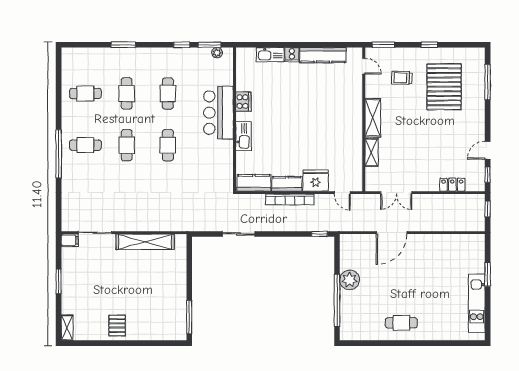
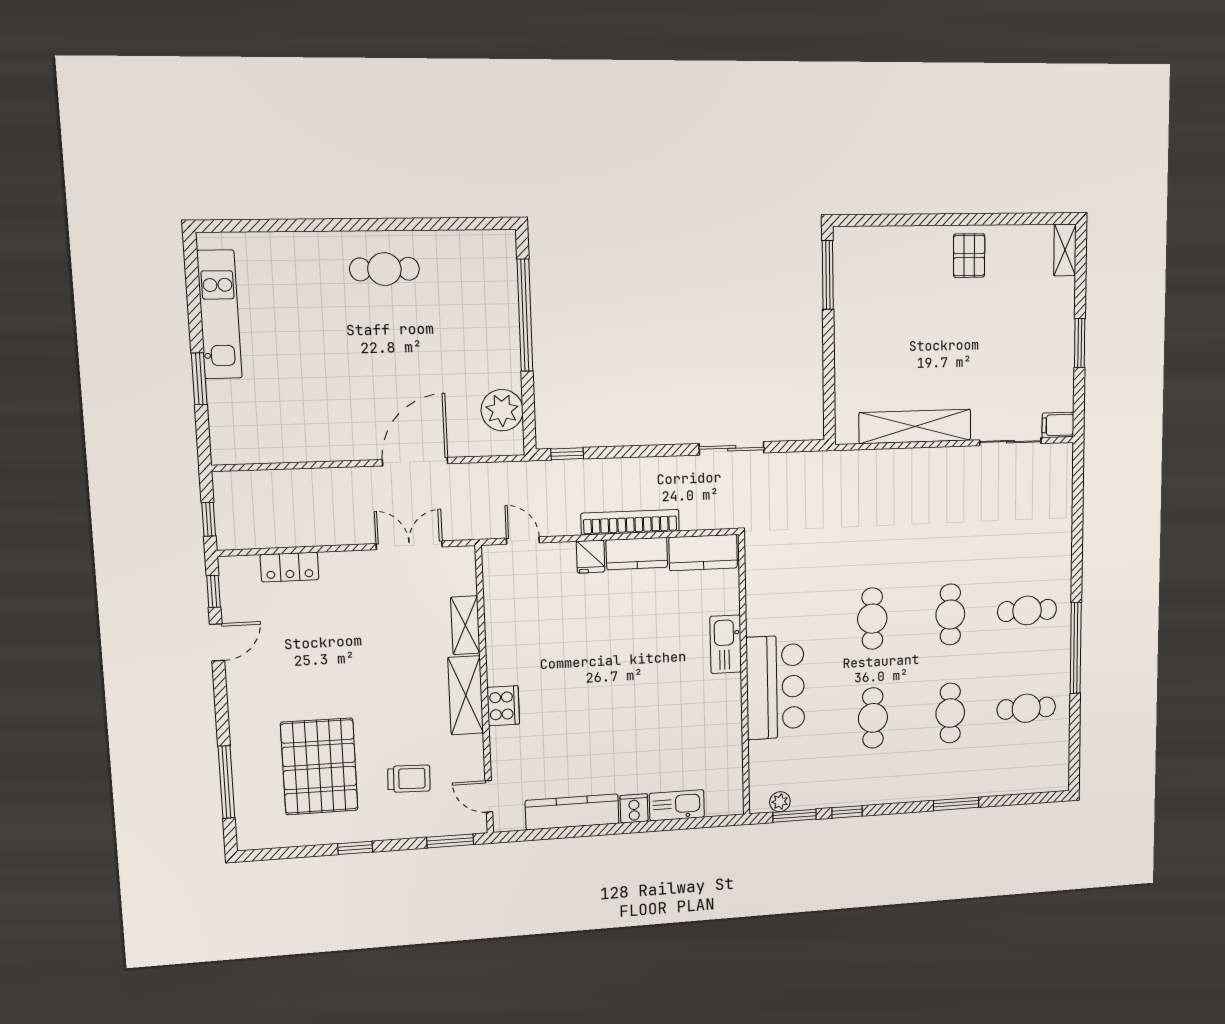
cooker: (243, 102) -> (503, 706), moved, turned 180
window: (59, 154) -> (1076, 648), moved
fridge: (316, 181) -> (591, 557), width x0.53, depth x0.75
plant: (350, 280) -> (502, 410), moved

